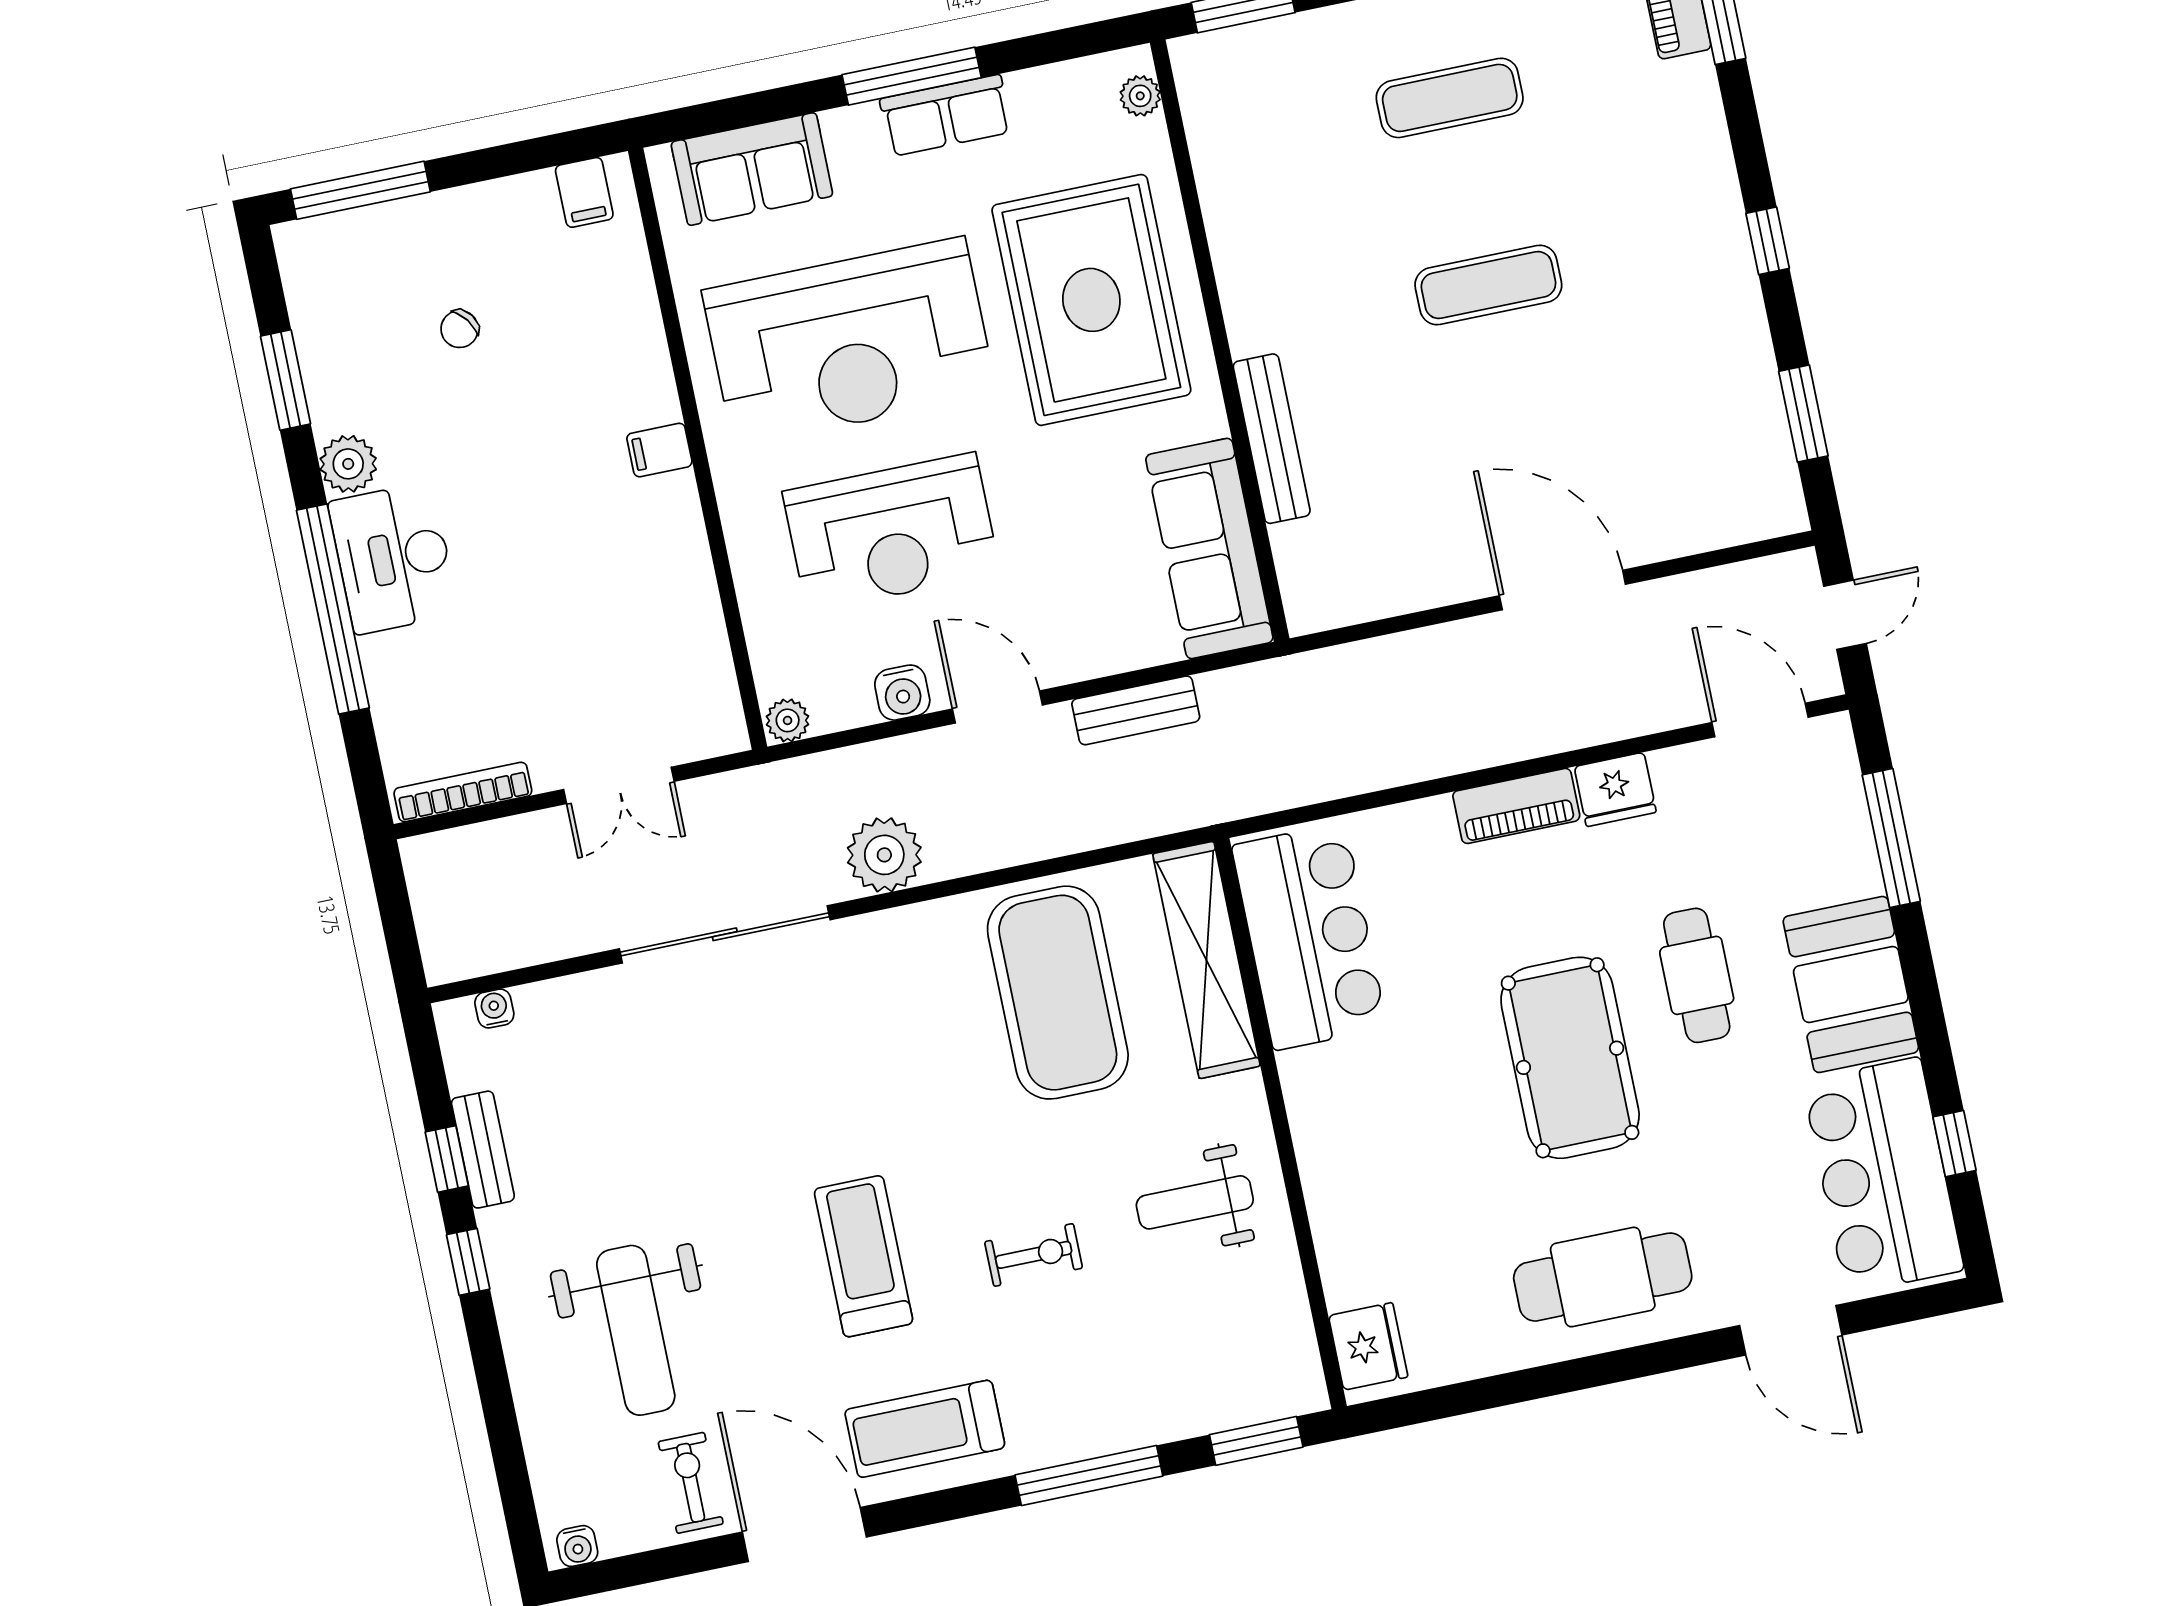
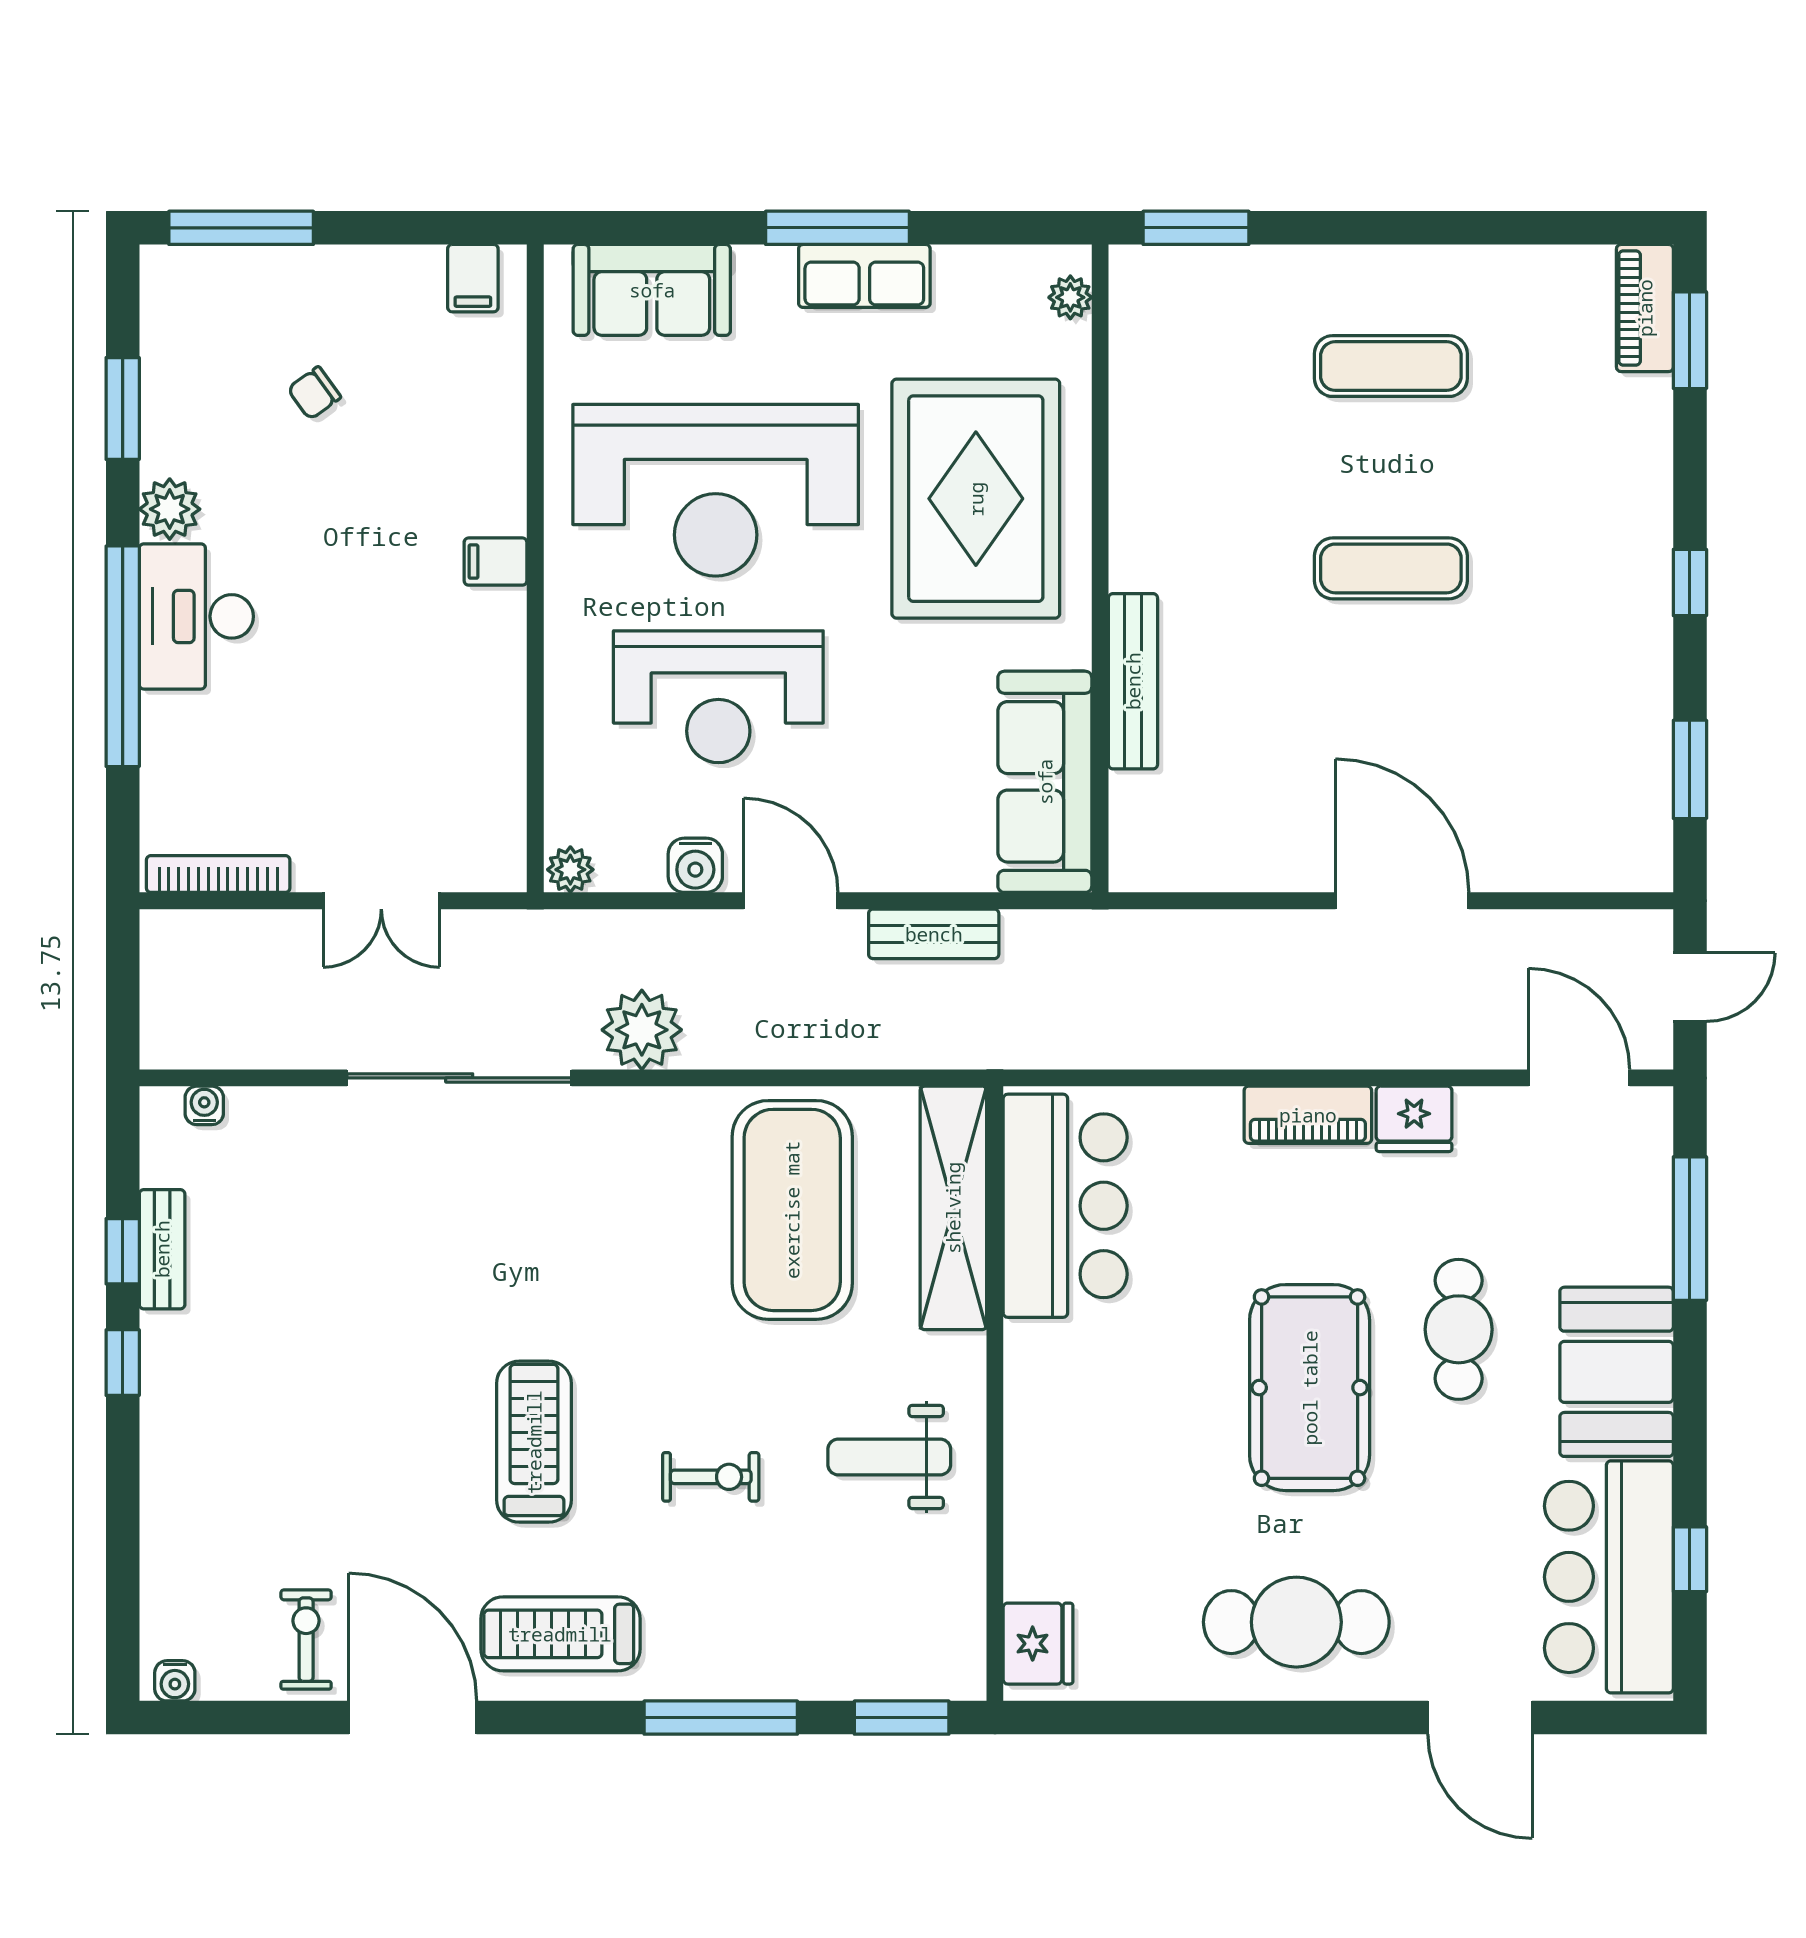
weight bench: (636, 1330) -> (282, 1470), removed

